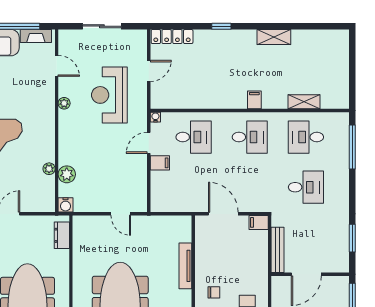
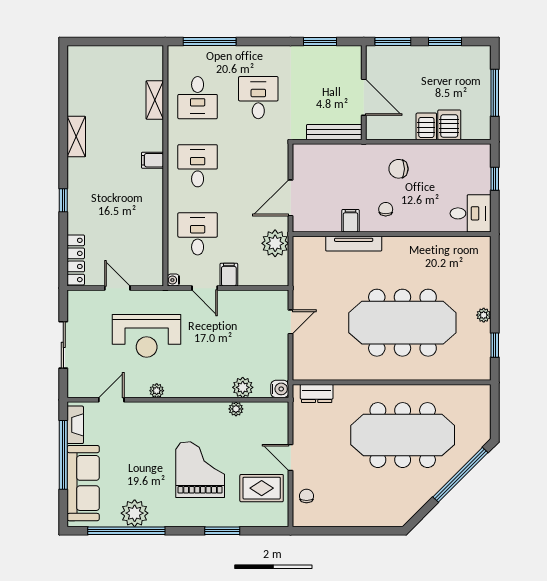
plant: (186, 201) -> (275, 243), added
filing cabinet: (259, 222) -> (351, 221), moved, turned 180

